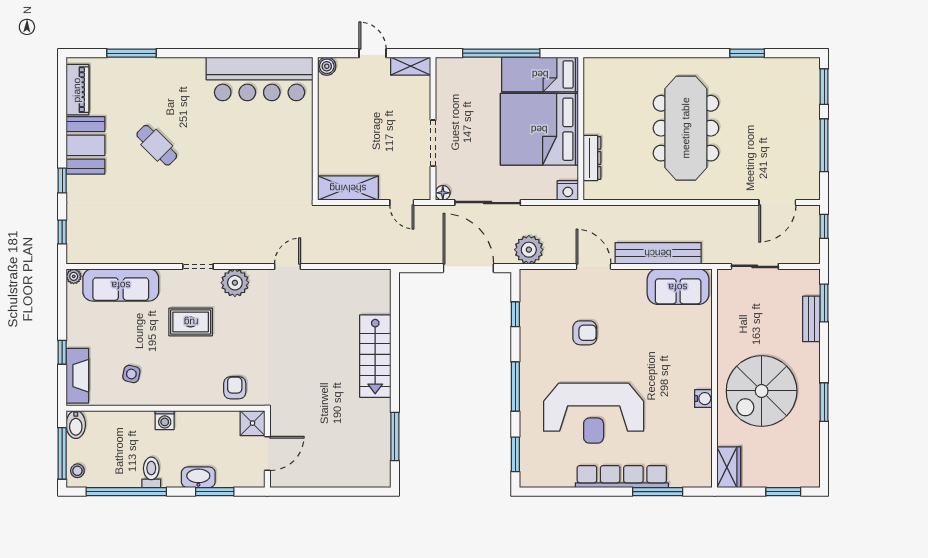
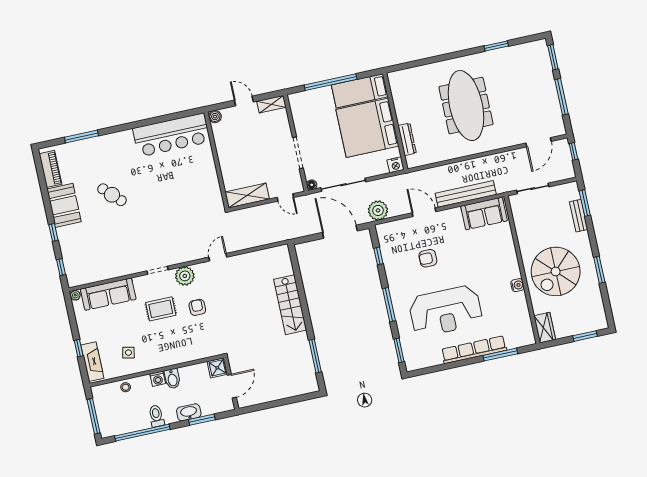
armchair: (585, 333) -> (428, 258), turned 180
armchair: (235, 388) -> (197, 307), moved
bidet: (76, 425) -> (172, 379), moved
stool: (77, 471) -> (126, 387), moved

